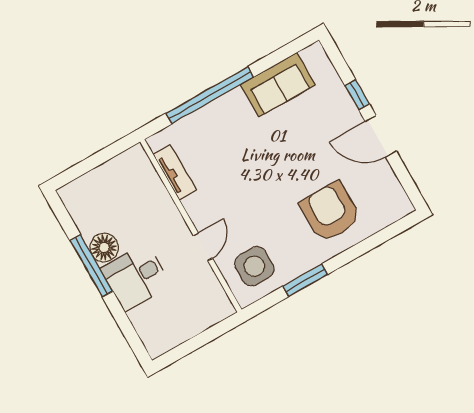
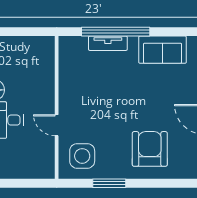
tv unit: (175, 172) -> (108, 43), moved, turned 90
door: (203, 247) -> (57, 125), swing flipped

